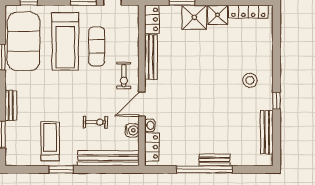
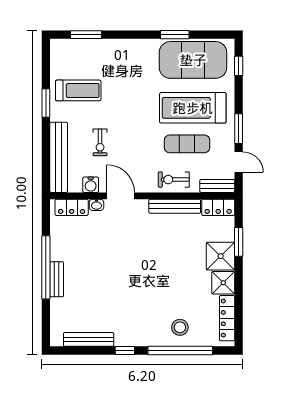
window: (276, 52) -> (180, 350), added
exercise bike: (124, 76) -> (174, 180), moved
stool: (250, 80) -> (180, 327), moved
bench: (11, 105) -> (217, 186), moved

